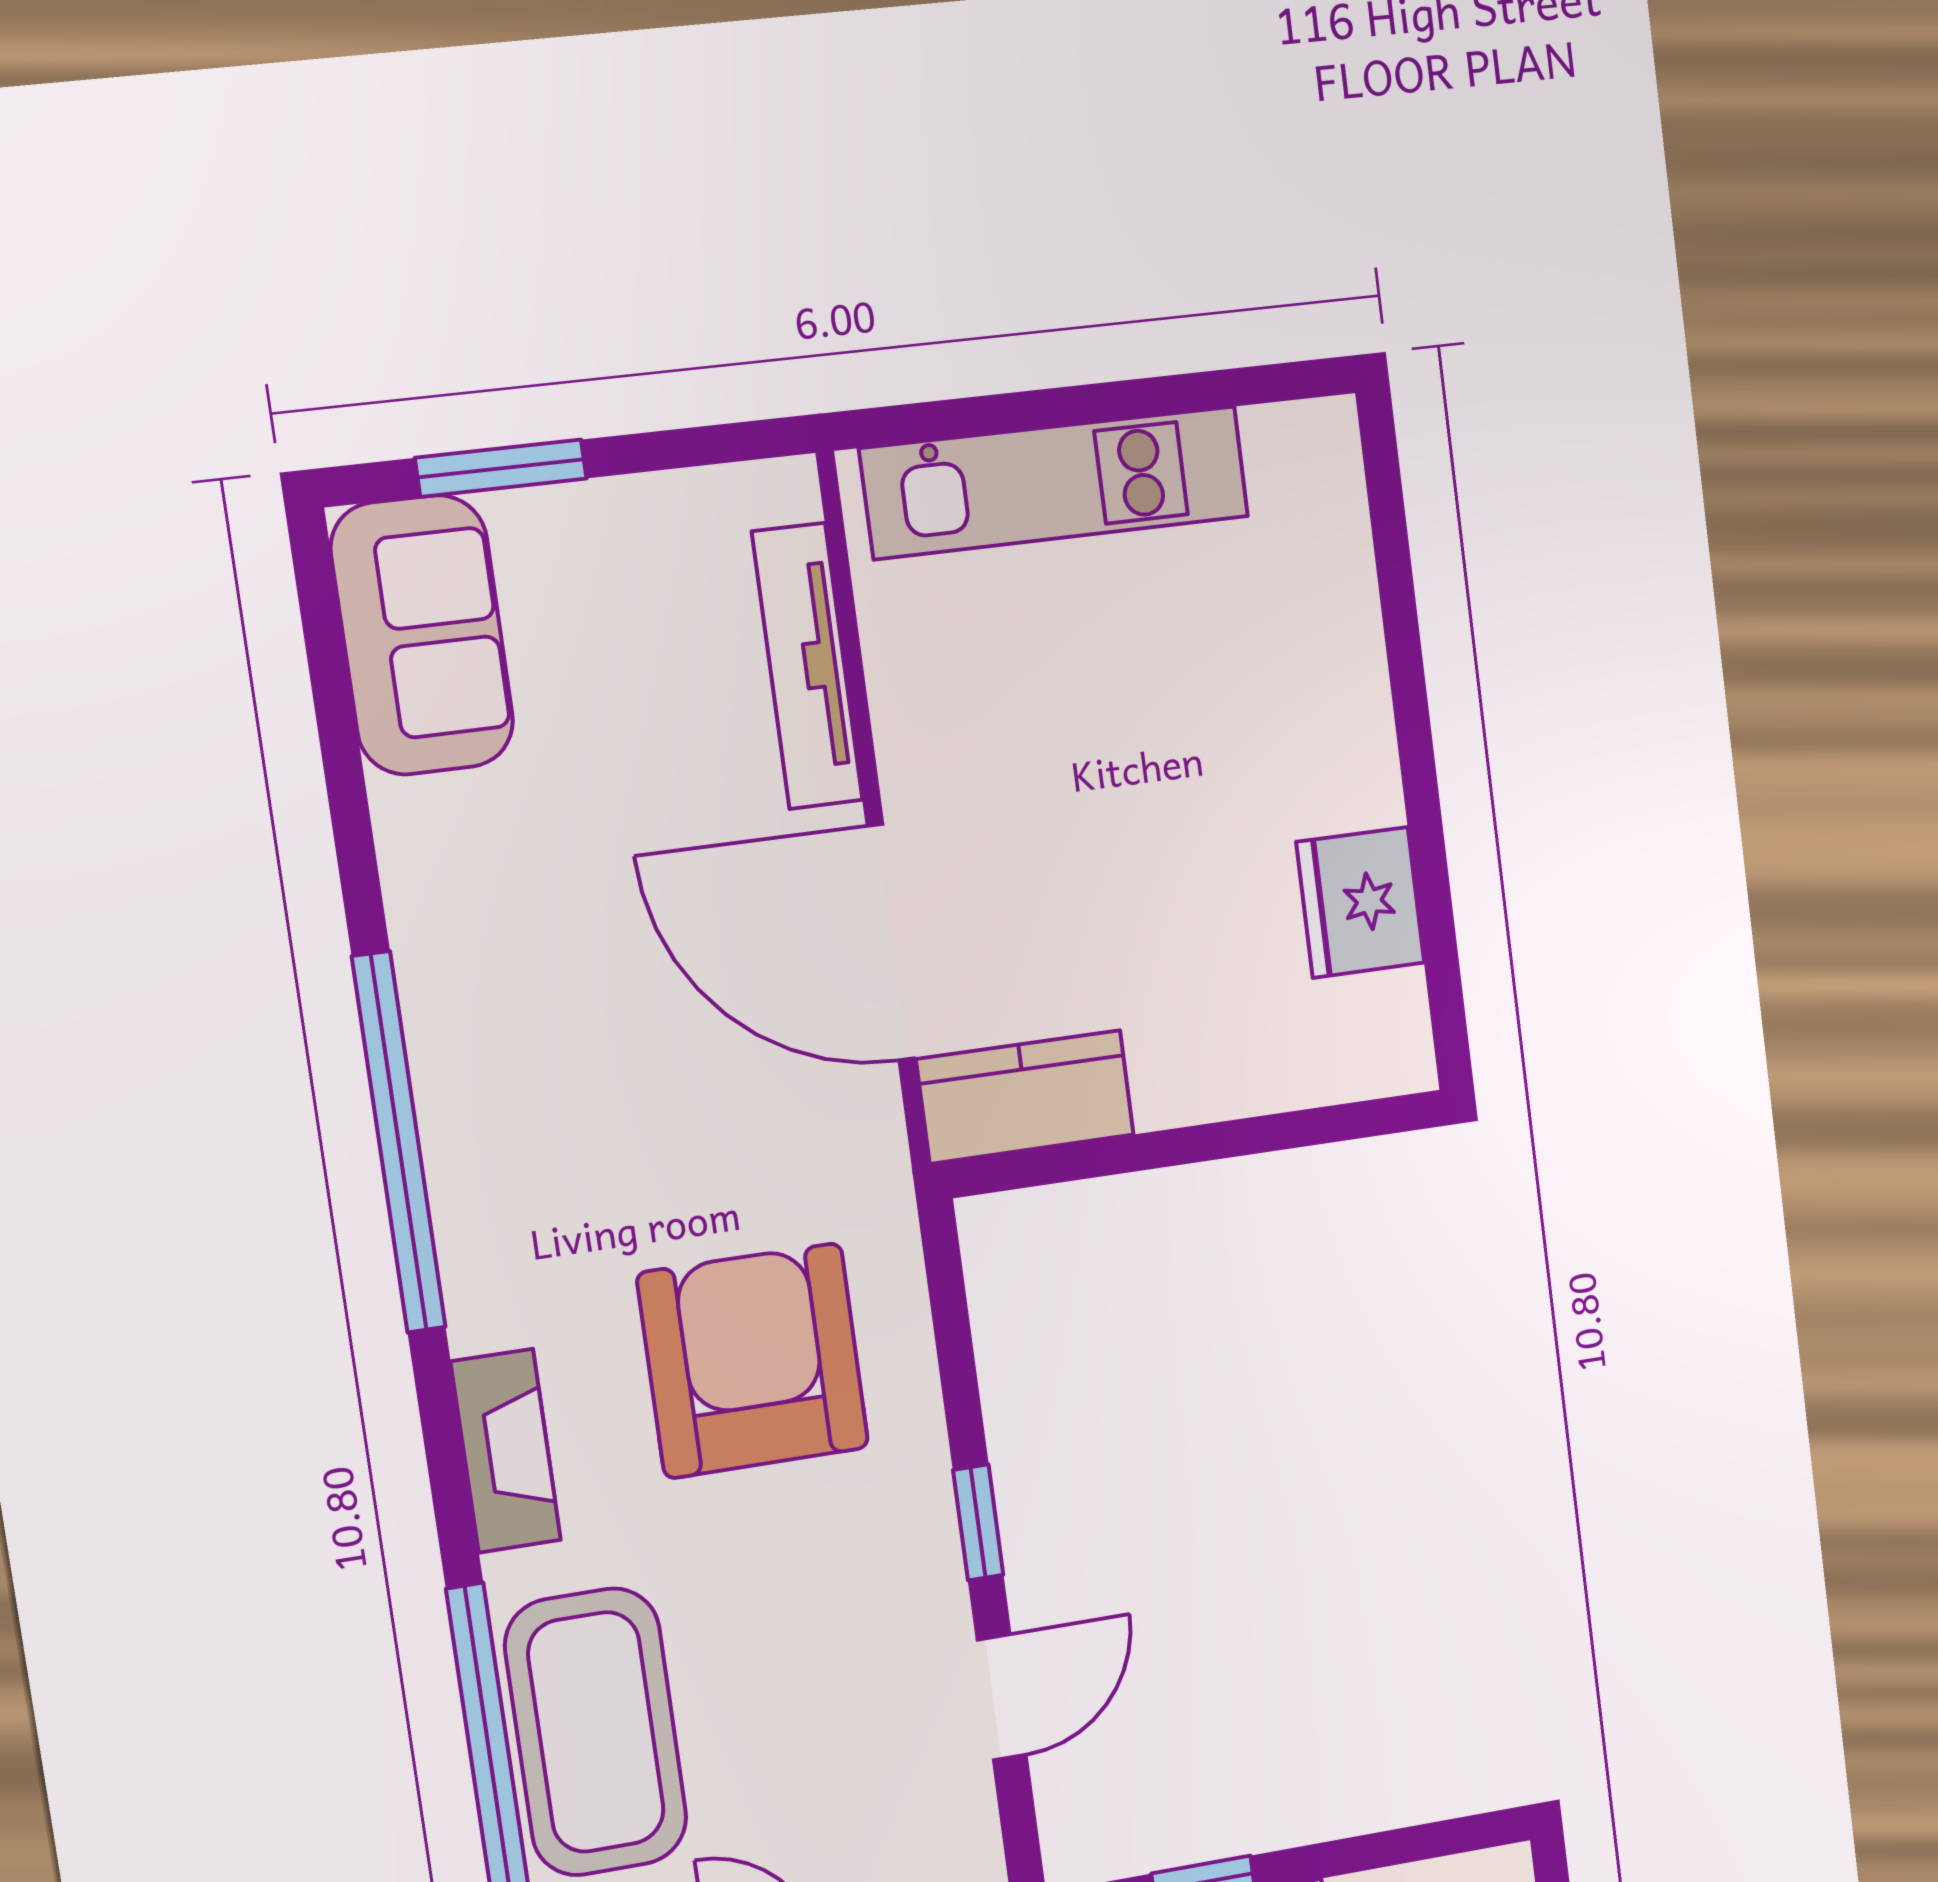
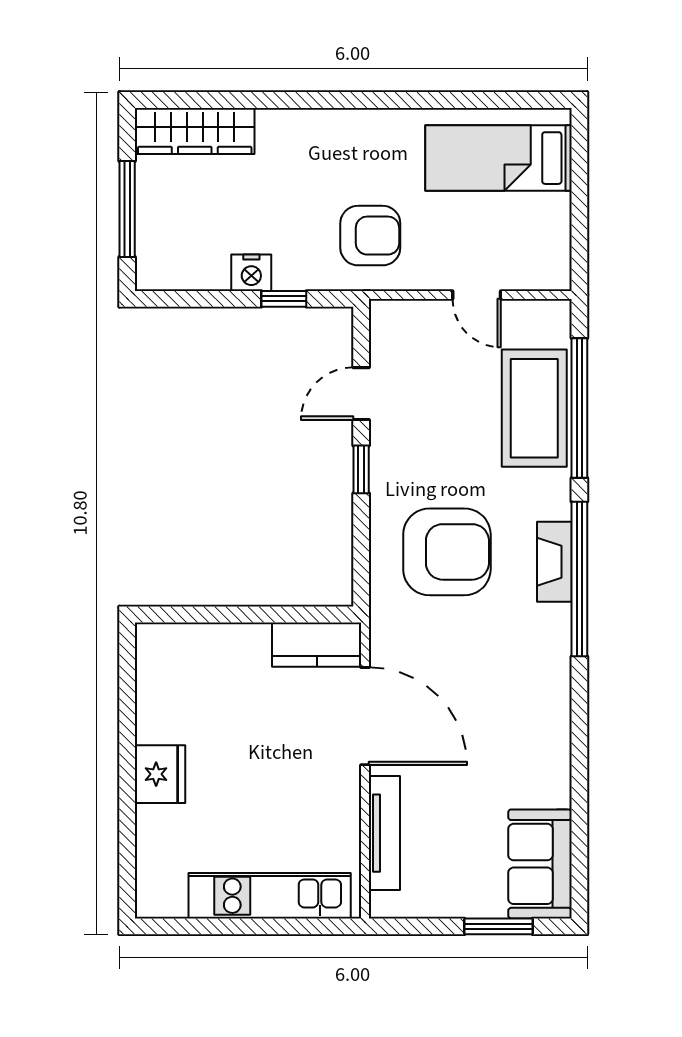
fridge: (1360, 902) -> (160, 774), moved
window: (399, 1143) -> (579, 579), moved
armchair: (753, 1361) -> (447, 552), turned -90
fireplace: (506, 1451) -> (554, 562), moved

